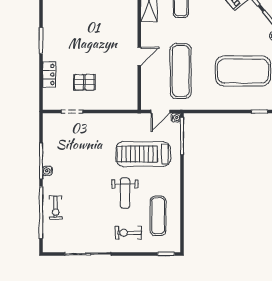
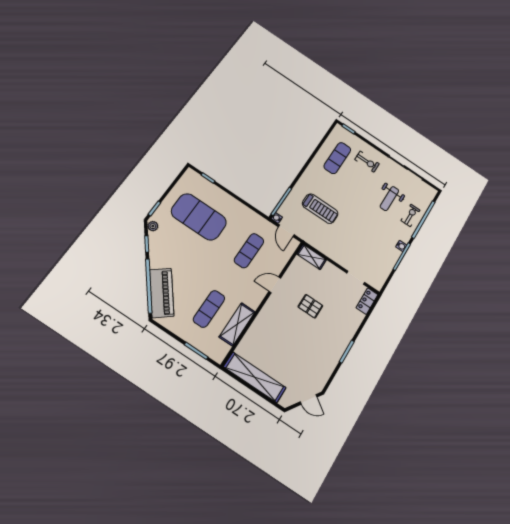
exercise mat: (181, 71) -> (249, 251), width x0.73, depth x0.69
locker: (49, 75) -> (367, 301), moved
pallet: (84, 82) -> (310, 306), moved
shelving: (123, 103) -> (312, 257), added
door: (160, 111) -> (286, 231), swing flipped
treadmill: (143, 154) -> (320, 209), width x0.73, depth x0.73
weight bench: (125, 193) -> (389, 199), moved, turned 180

